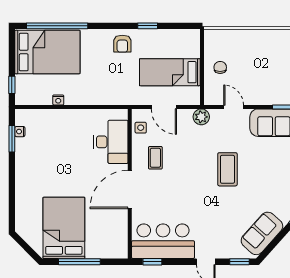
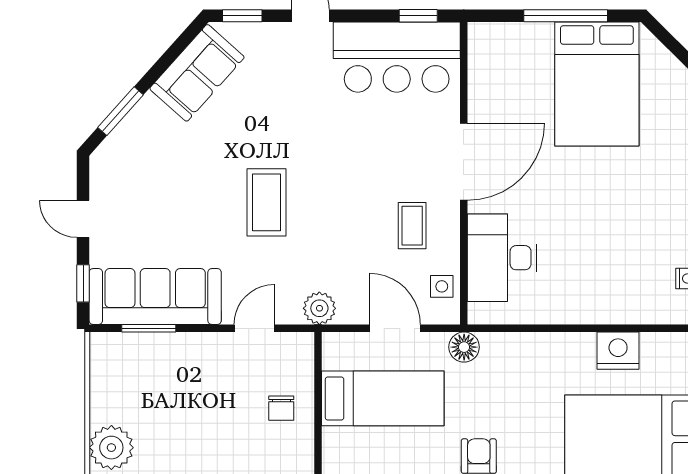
floor lamp: (130, 98) -> (464, 347), added
nightstand: (58, 100) -> (618, 351), width x1.89, depth x1.79
door: (234, 107) -> (254, 328), swing flipped

